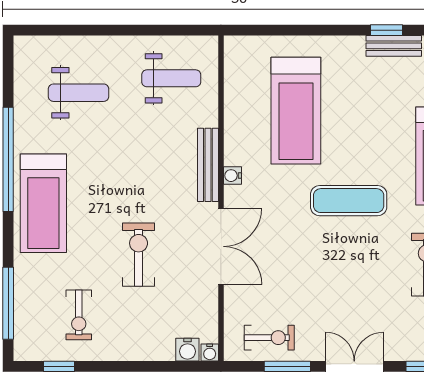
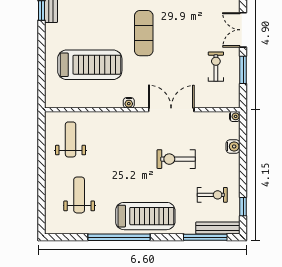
bench: (208, 165) -> (218, 228), moved
exercise bike: (269, 338) -> (216, 67), moved
water cooler: (187, 350) -> (233, 146), moved

